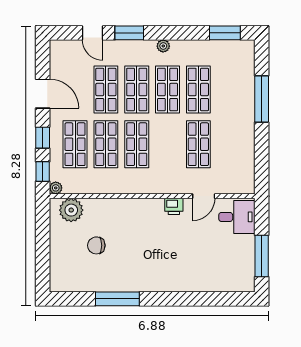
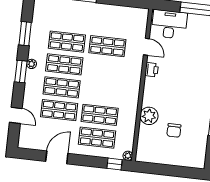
door: (92, 33) -> (16, 115), hinge flipped
window: (129, 33) -> (21, 72), moved
window: (225, 33) -> (25, 34), moved
window: (43, 138) -> (89, 161), removed
shop shelf: (137, 144) -> (102, 92), removed
plant: (71, 210) -> (149, 116), moved
desk: (237, 217) -> (169, 24), width x1.37

